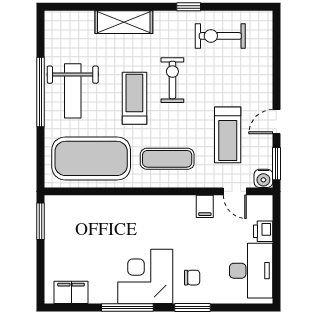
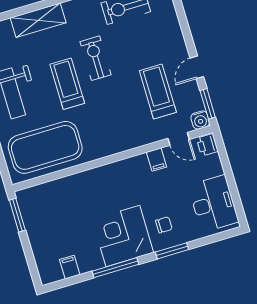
treadmill: (228, 135) -> (158, 91), turned 180
exercise mat: (167, 159) -> (111, 128), removed
printer: (263, 231) -> (207, 145), moved
filing cabinet: (71, 292) -> (70, 267), width x0.50

